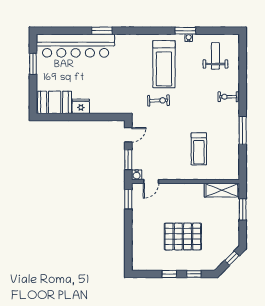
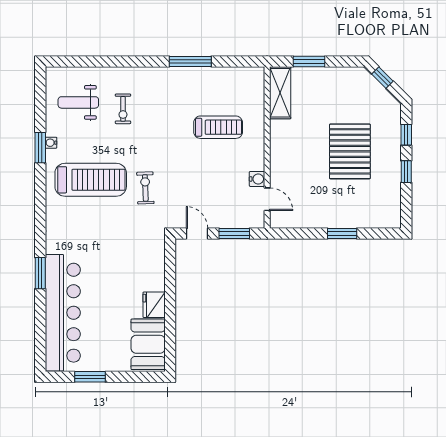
exercise bike: (228, 97) -> (123, 109), moved
water cooler: (137, 175) -> (257, 179), moved
window: (128, 199) -> (342, 233), moved

